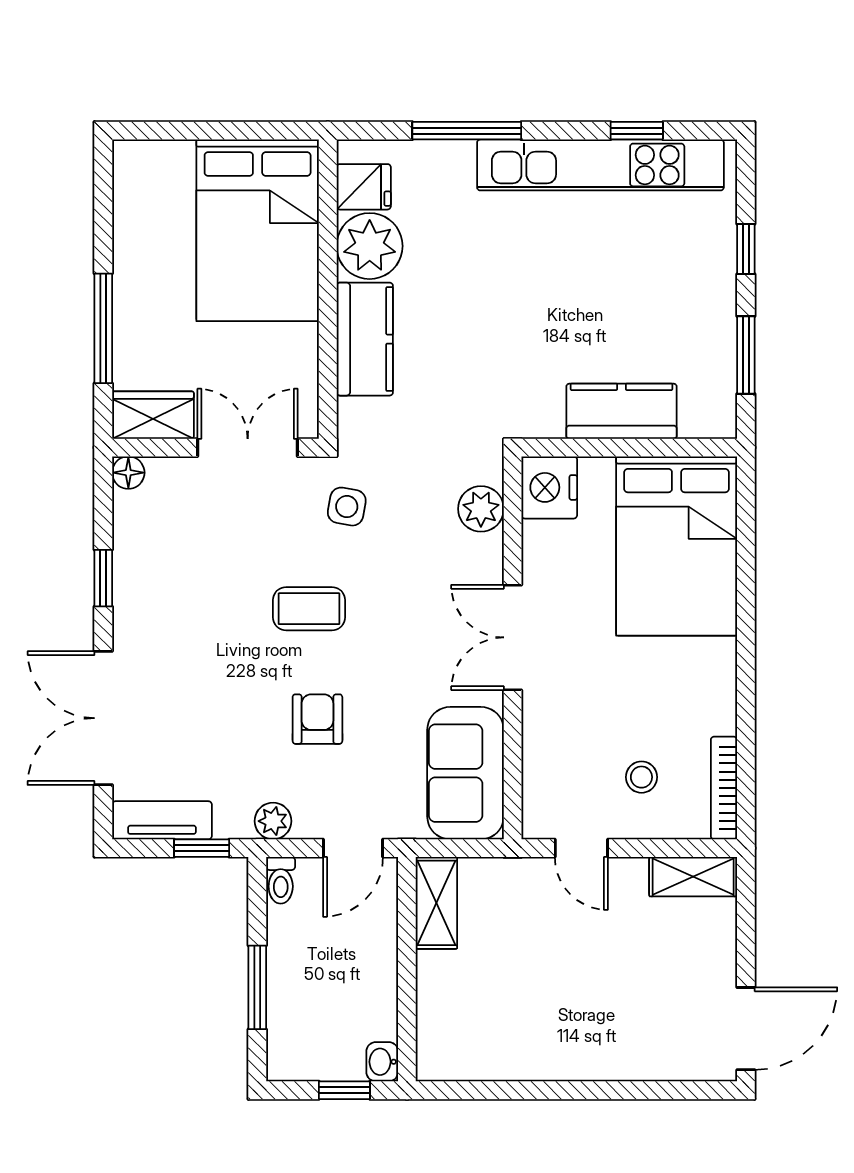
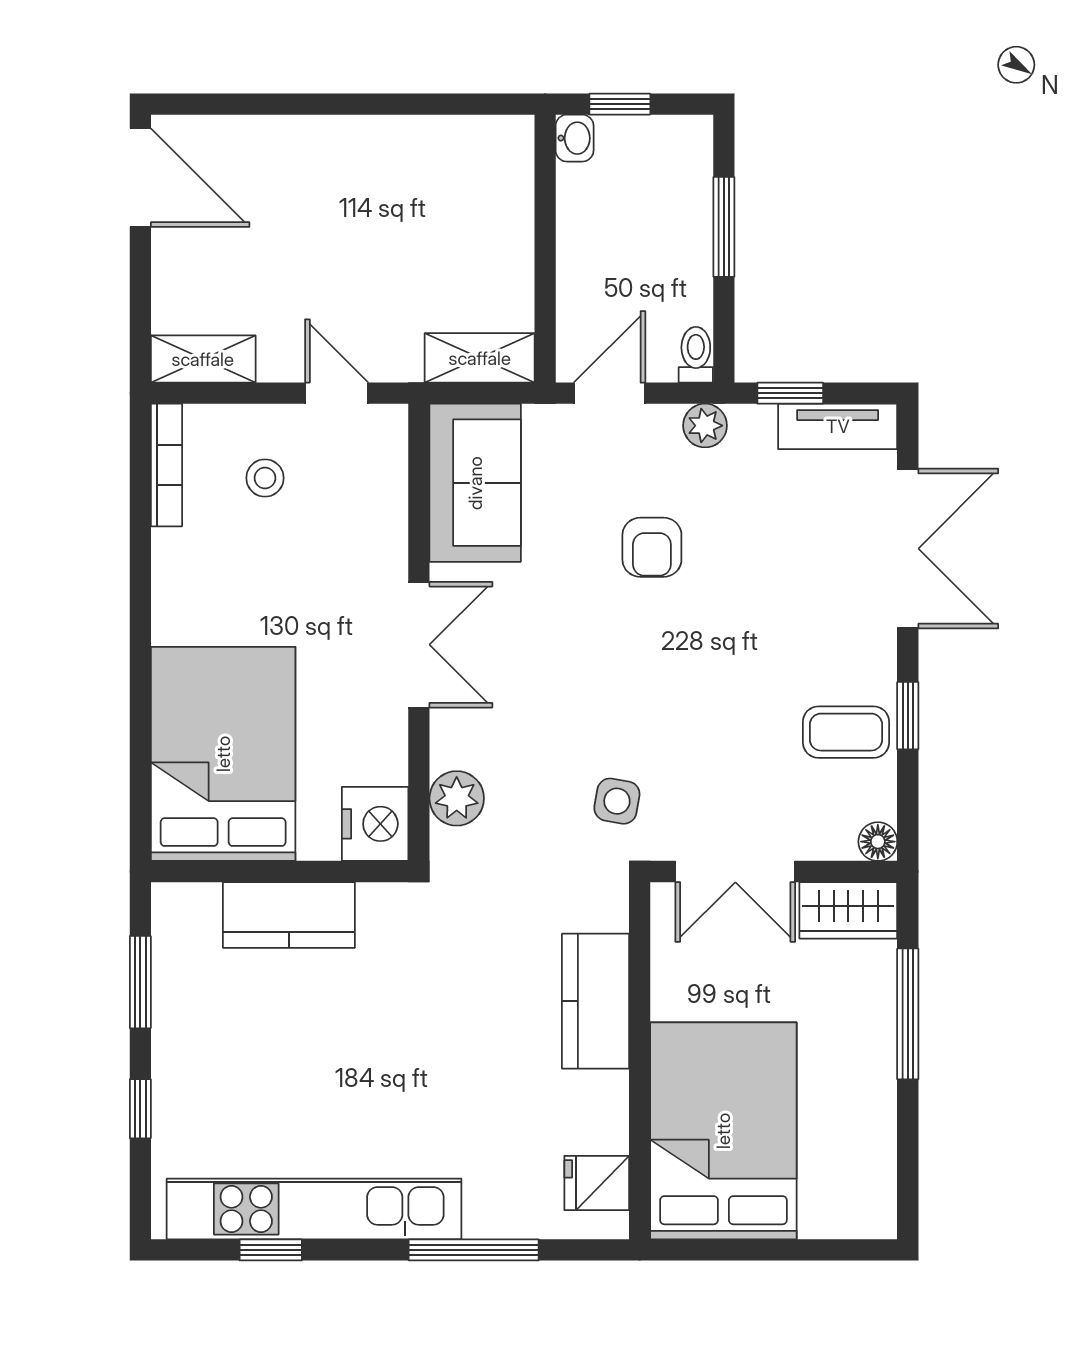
plant: (370, 246) -> (590, 1112), removed
coffee table: (309, 609) -> (846, 732), moved
shelving: (436, 903) -> (480, 358), moved, turned 90
door: (746, 1029) -> (140, 178), swing flipped

